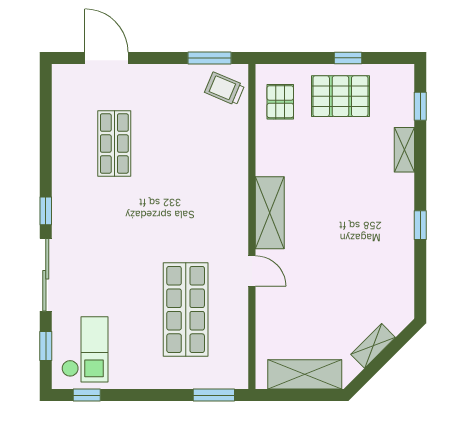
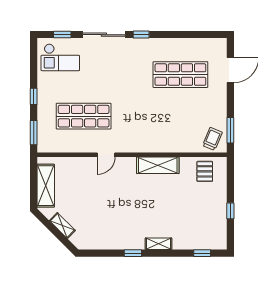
pallet: (340, 96) -> (208, 206), removed
pallet: (280, 102) -> (205, 171), turned 90
shop shelf: (114, 144) -> (180, 75), width x1.43, depth x1.36
shelving: (404, 150) -> (159, 244), moved
shelving: (270, 213) -> (158, 165), moved
window: (87, 395) -> (34, 96), moved

